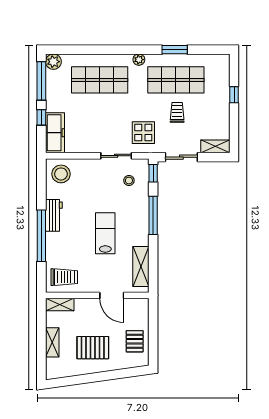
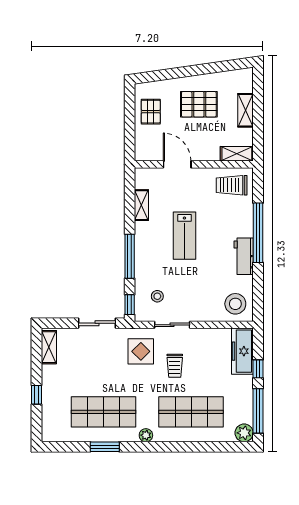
trolley: (177, 112) -> (175, 366), moved
shelving: (215, 146) -> (49, 347), moved, turned 90
shelving: (141, 267) -> (141, 205), width x0.67, depth x0.75

